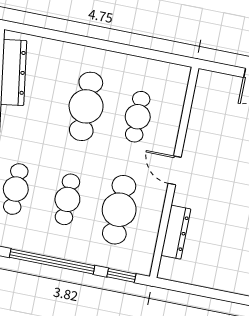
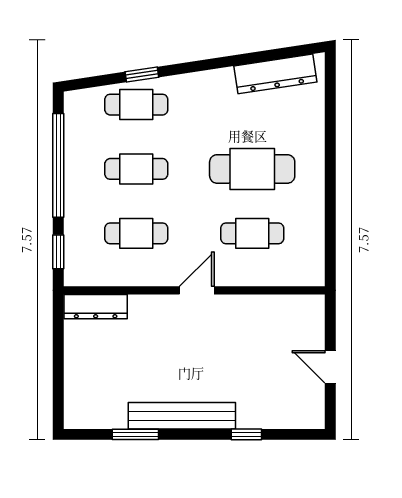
cafe table: (119, 210) -> (136, 233), width x0.73, depth x0.74
dresser: (176, 232) -> (96, 307), moved

